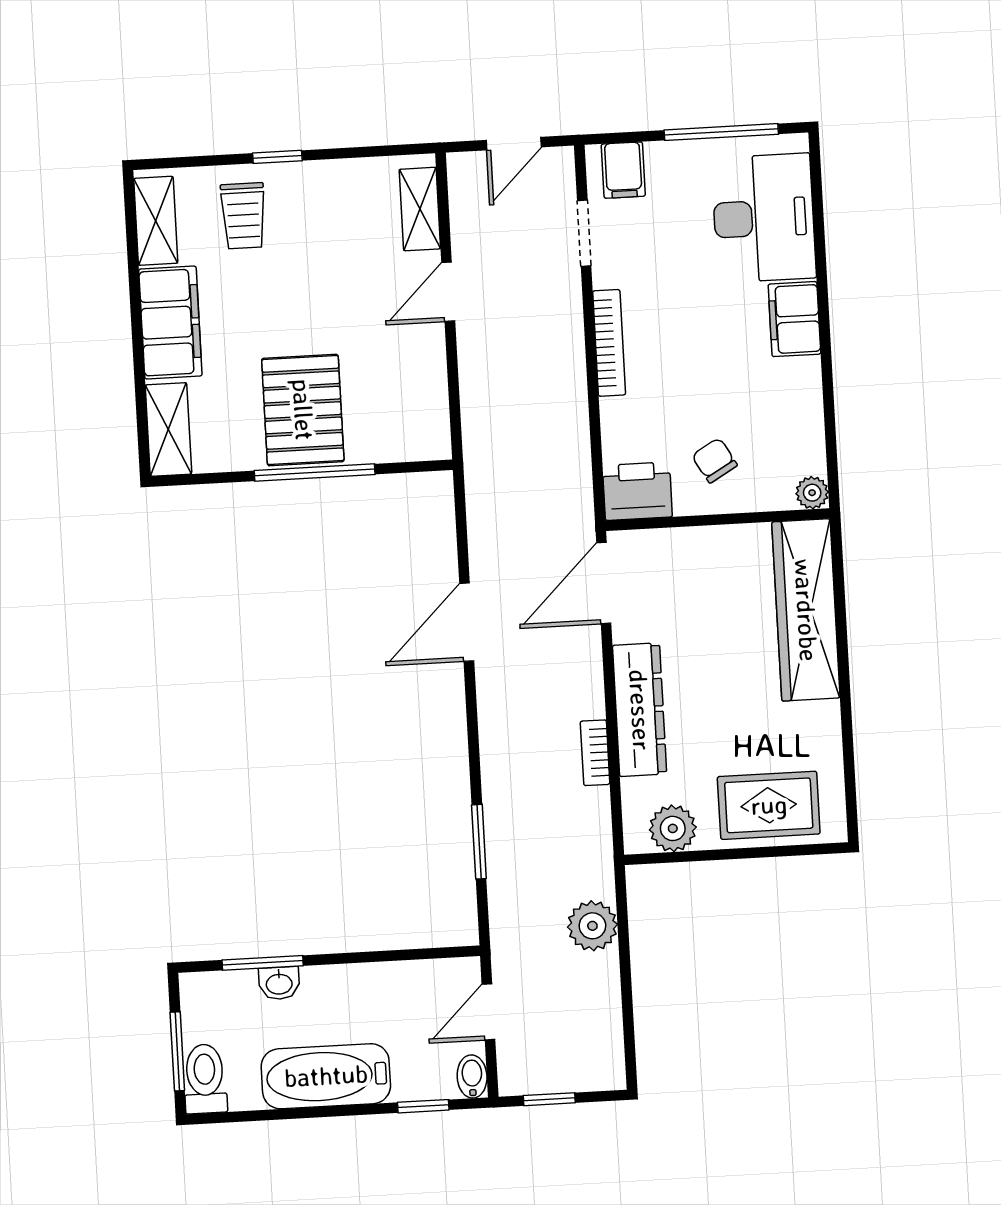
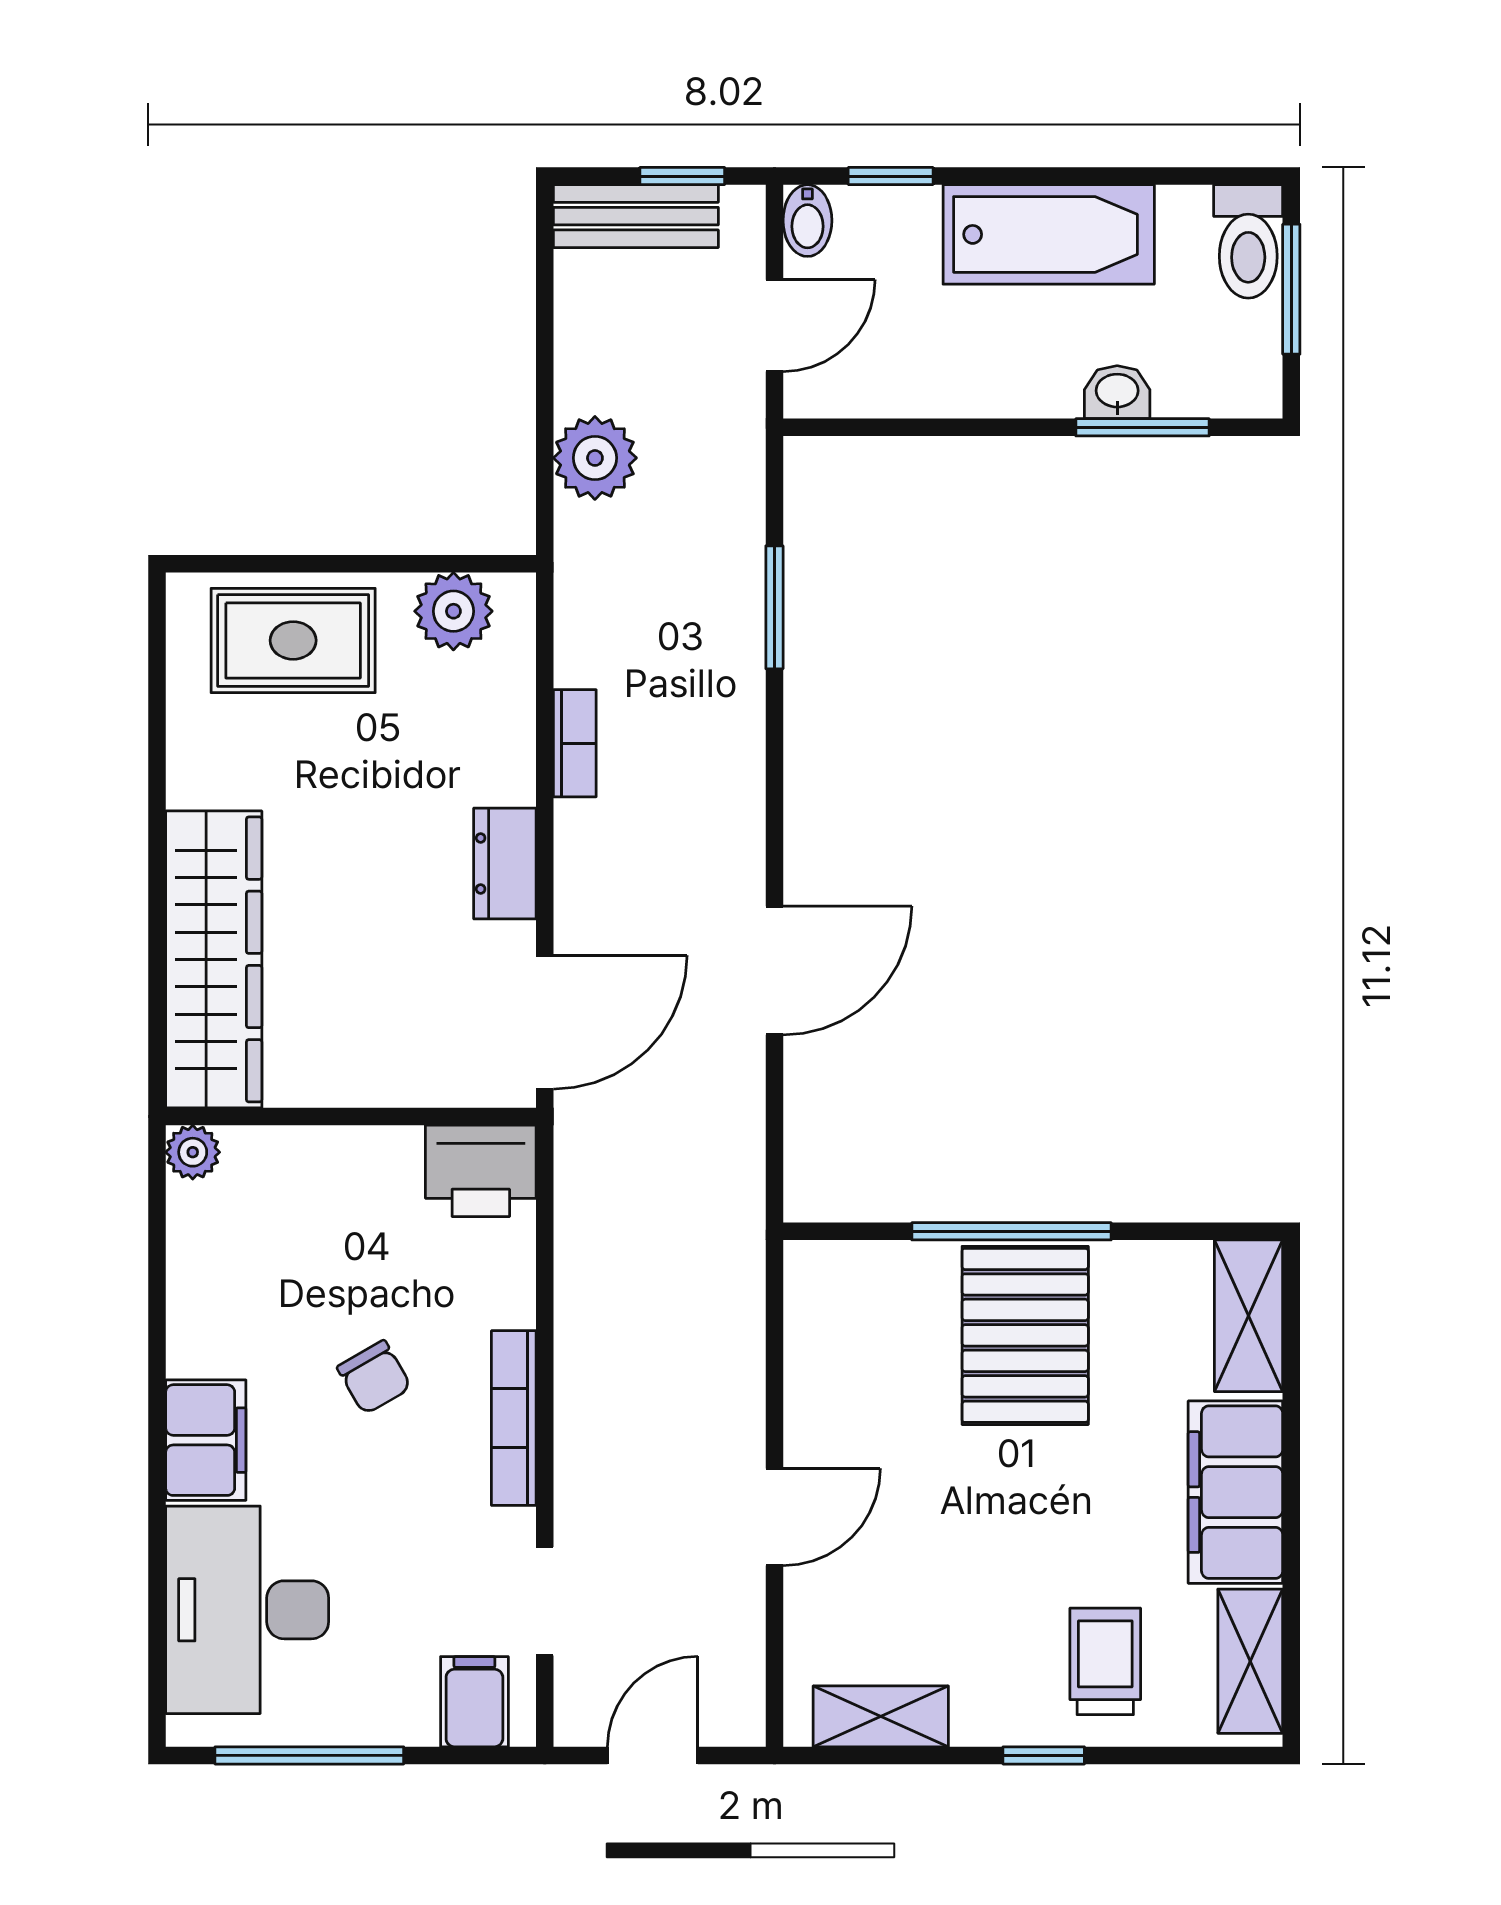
shelving: (420, 209) -> (881, 1716), moved, turned 90
chair: (715, 460) -> (374, 1377), moved
dresser: (640, 710) -> (505, 863), width x0.51, depth x0.80
bench: (576, 1073) -> (636, 216), added

